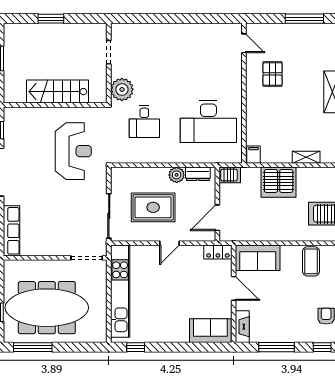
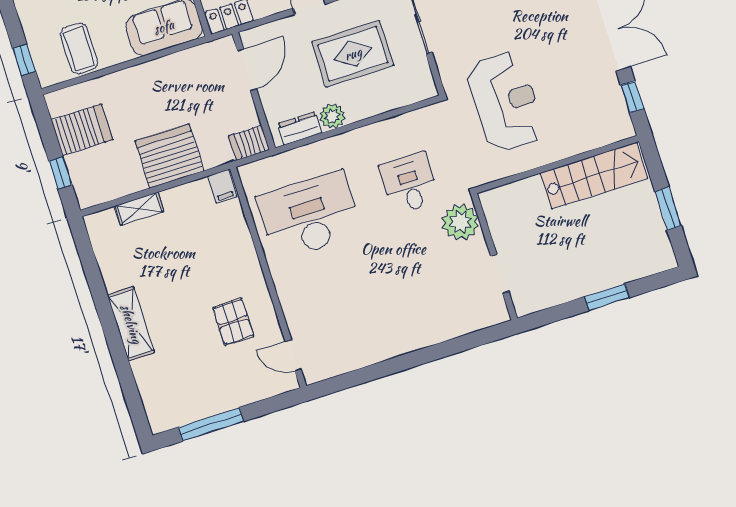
stairs: (57, 92) -> (594, 176), moved
reception desk: (73, 151) -> (506, 102), turned 180

